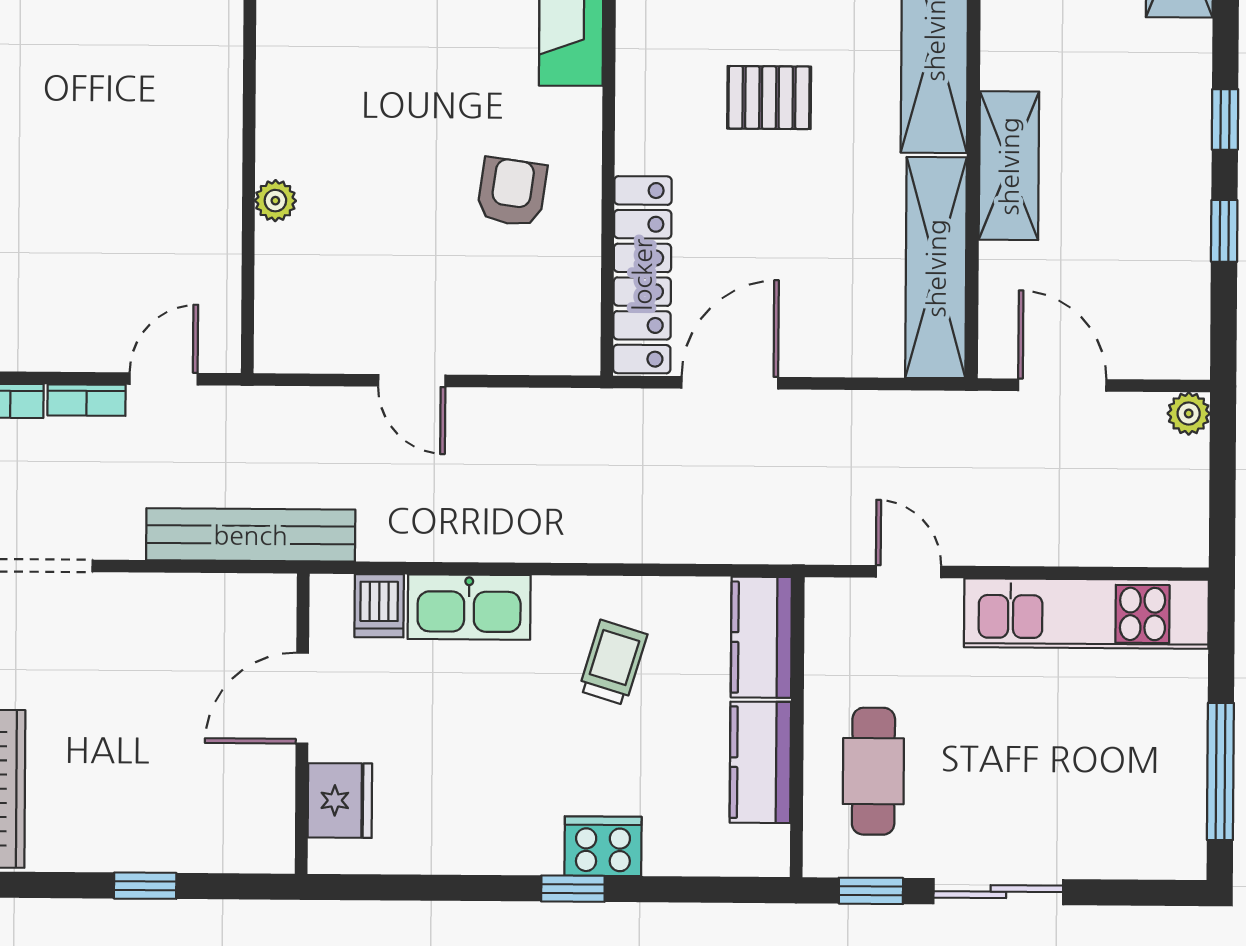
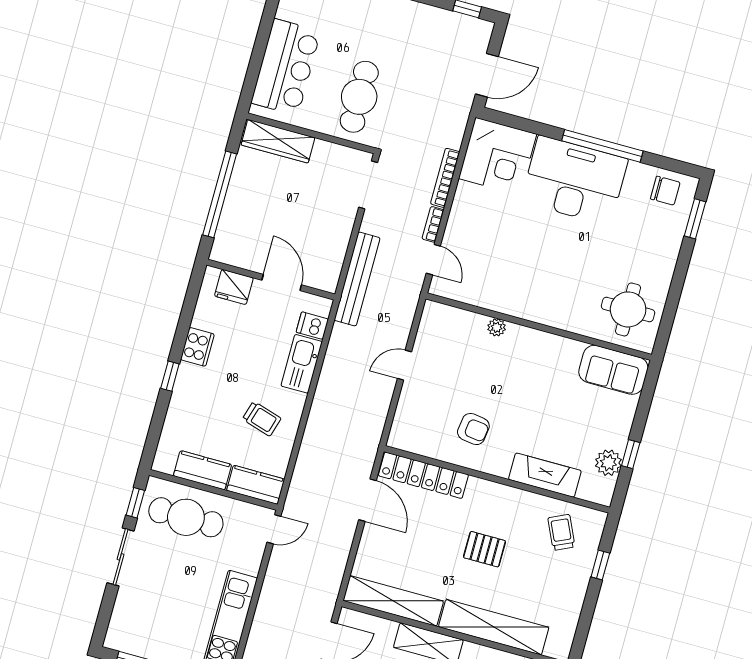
pallet: (769, 98) -> (484, 549), turned 90
door: (908, 572) -> (274, 529), moved
cafe table: (873, 771) -> (186, 517), width x1.37, depth x1.35
cooker: (603, 846) -> (197, 347), moved
window: (145, 886) -> (220, 194), width x3.17

